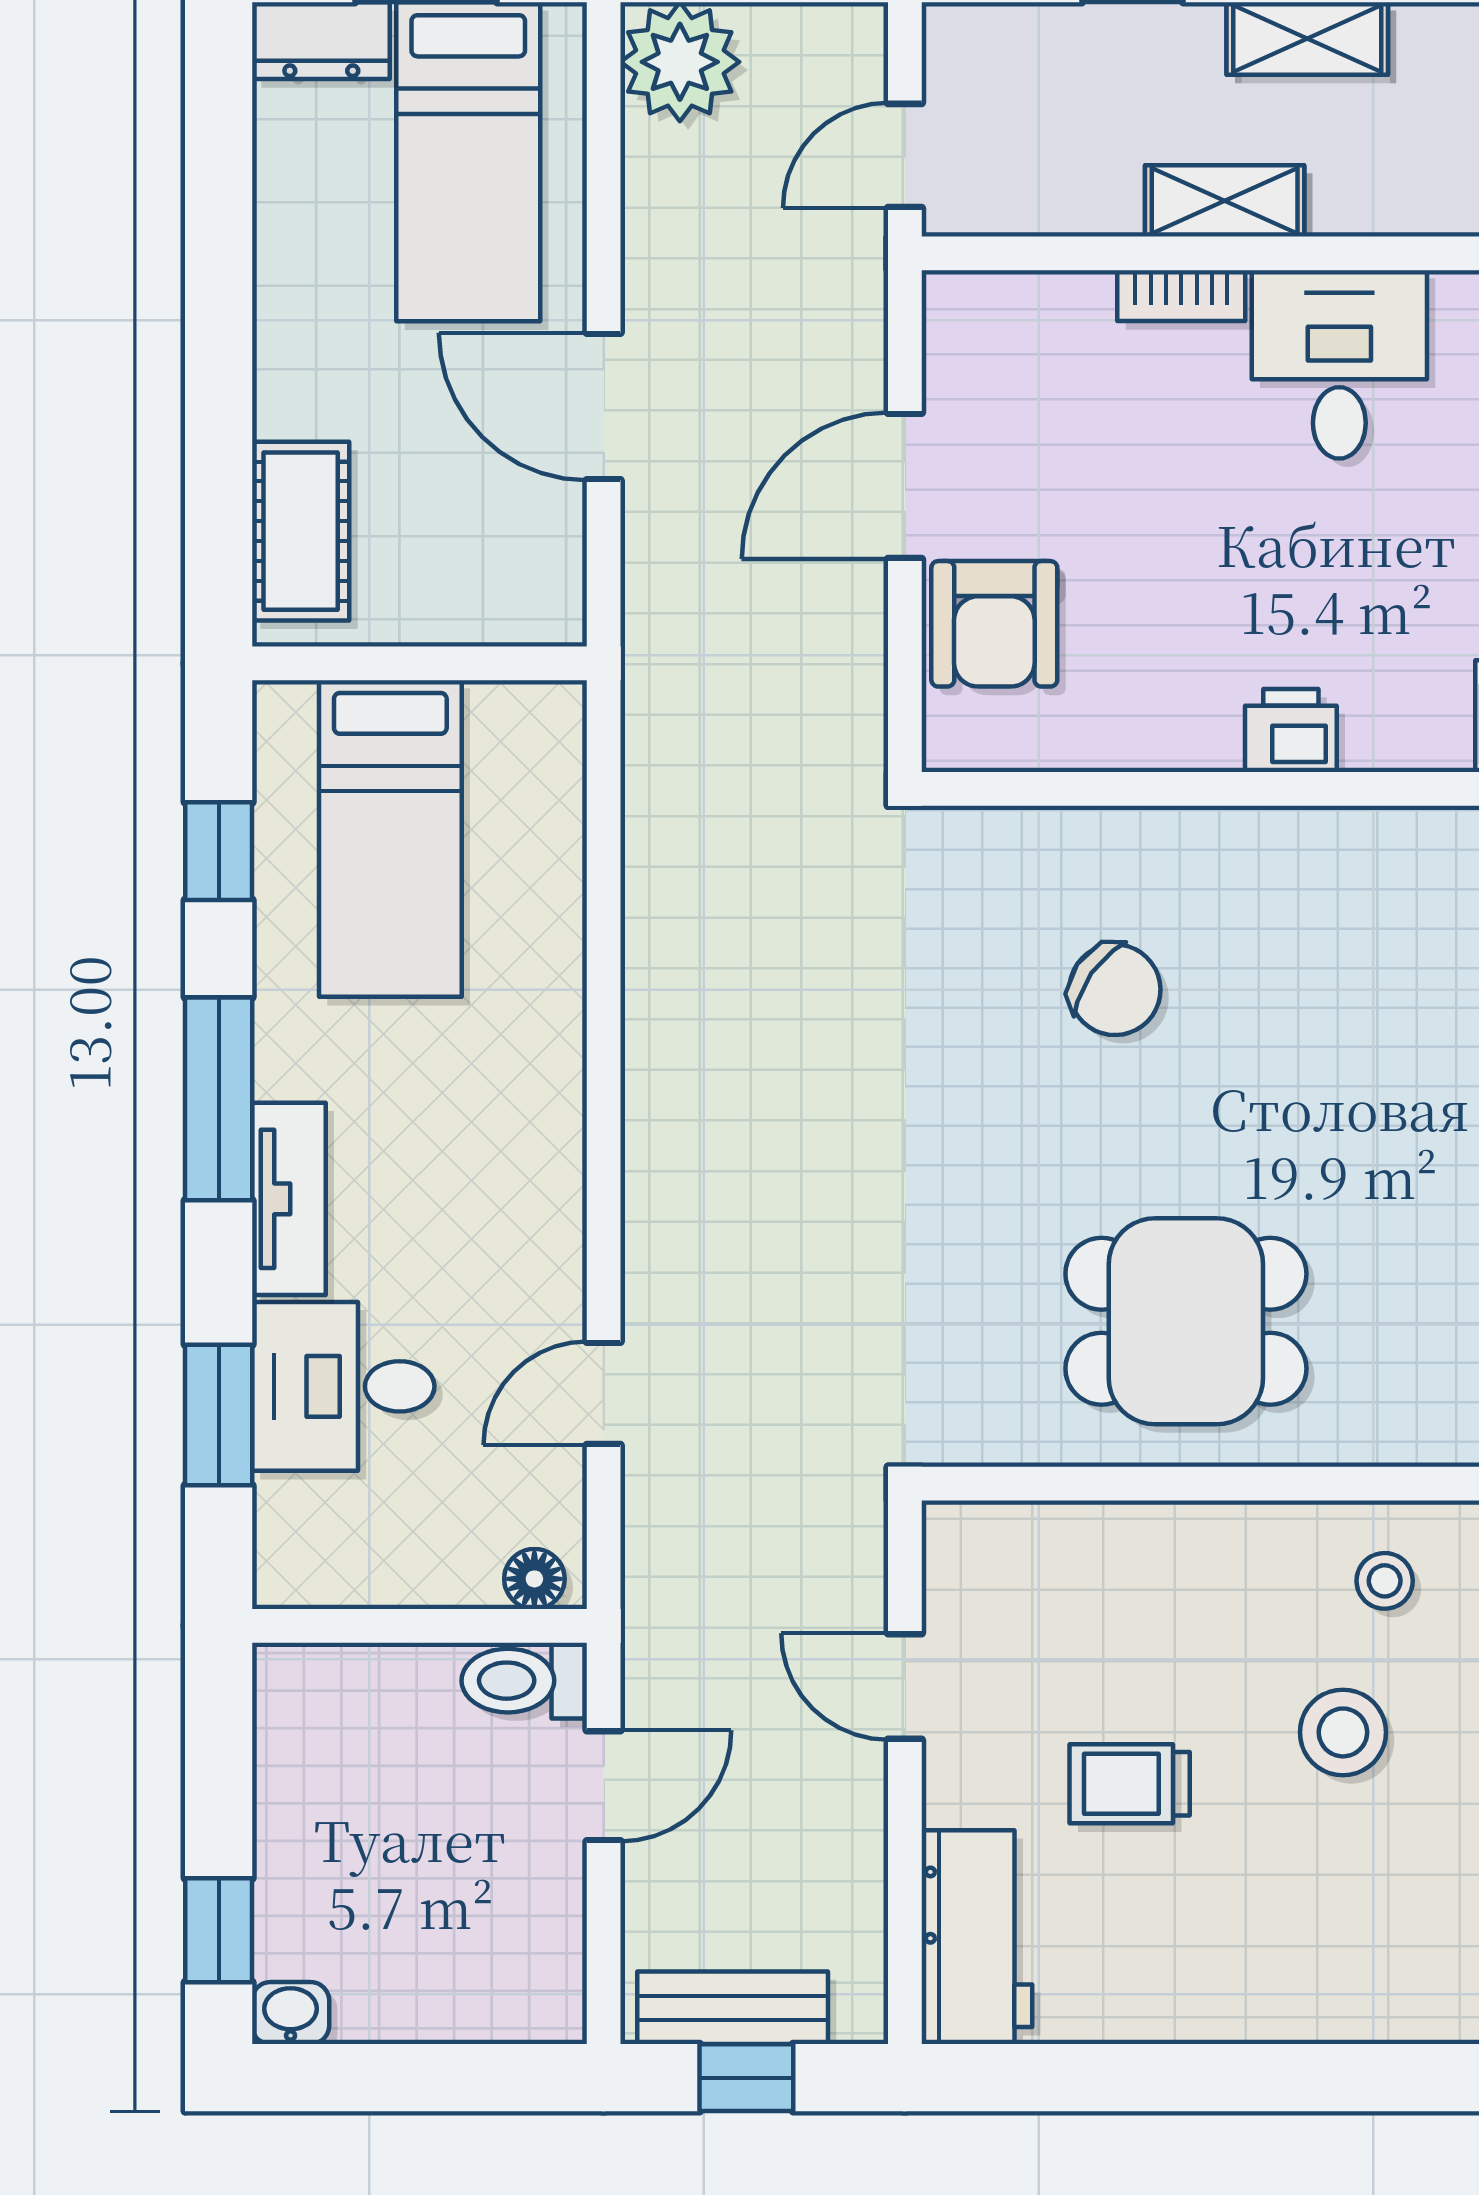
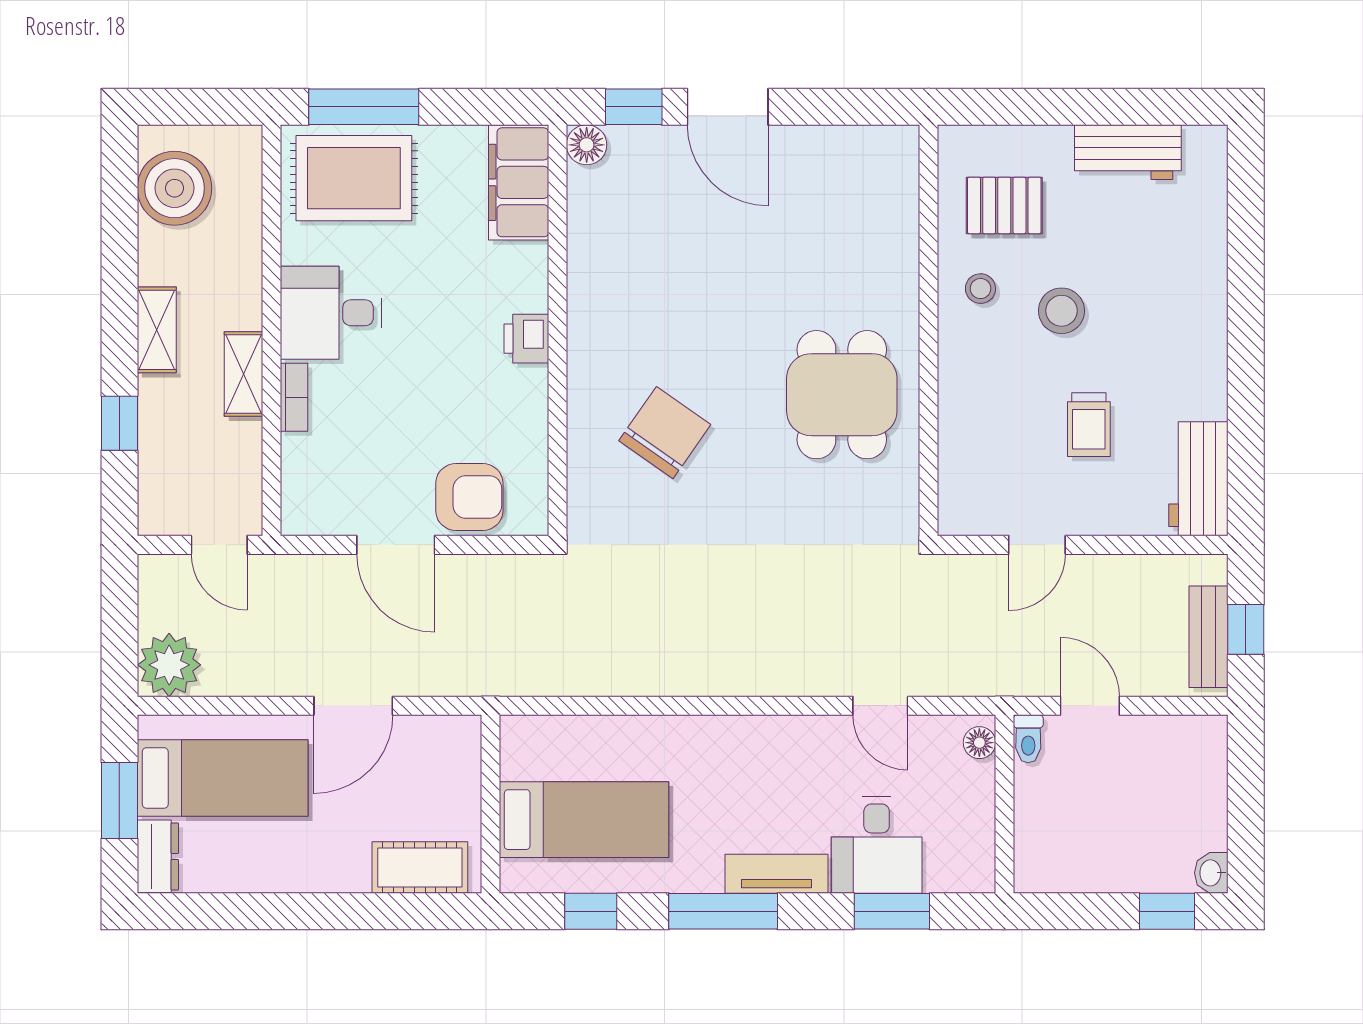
chair: (1115, 990) -> (665, 433), width x1.37, depth x1.37
toilet: (524, 1681) -> (1028, 739), width x0.73, depth x0.72
workbench: (977, 1937) -> (1198, 479), moved, turned -90

